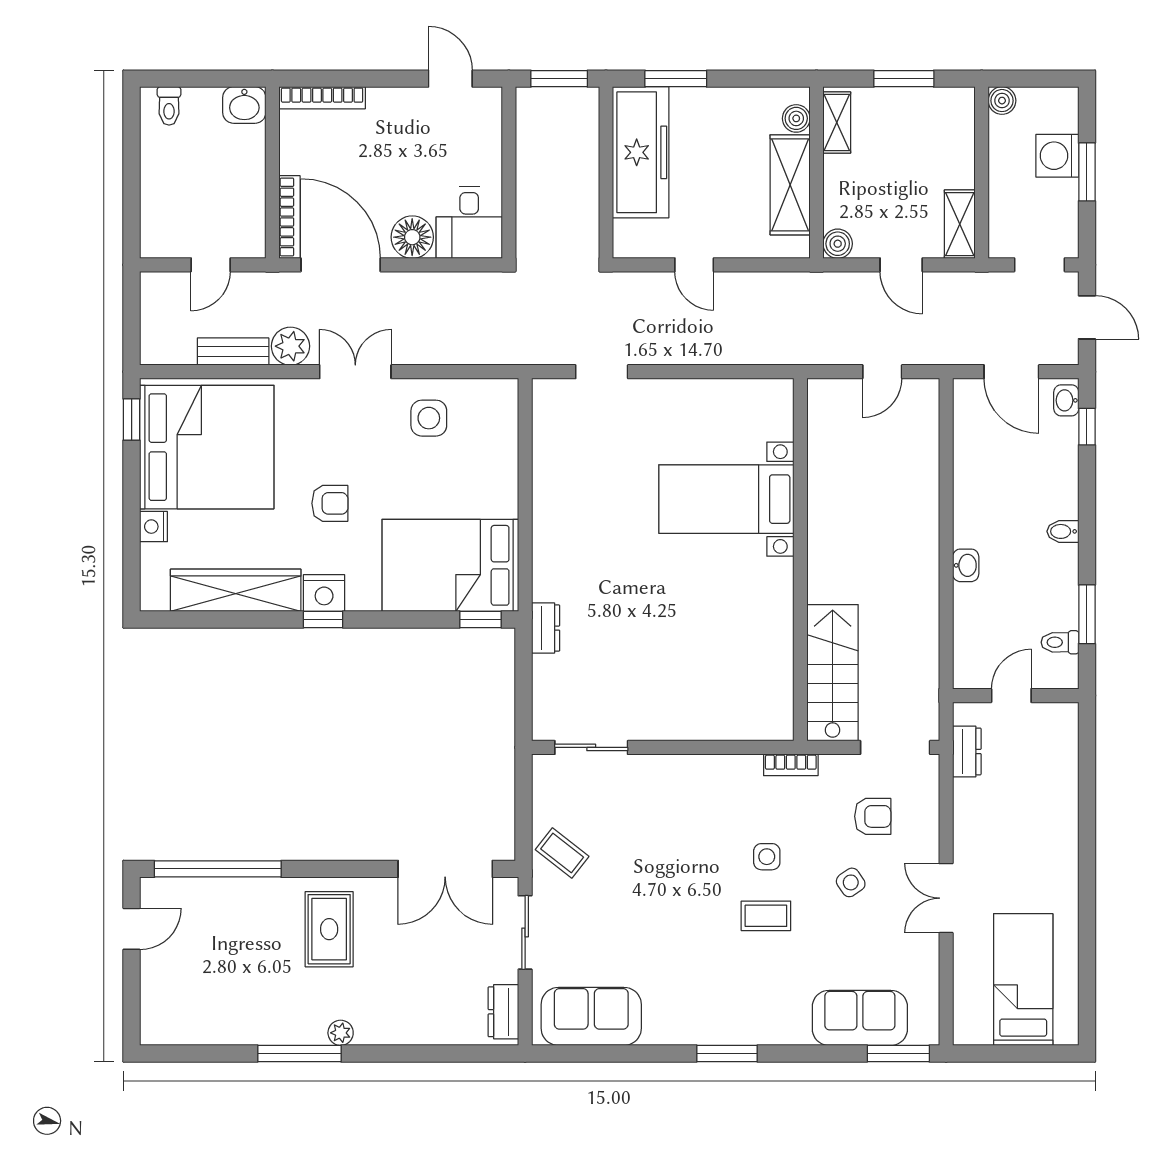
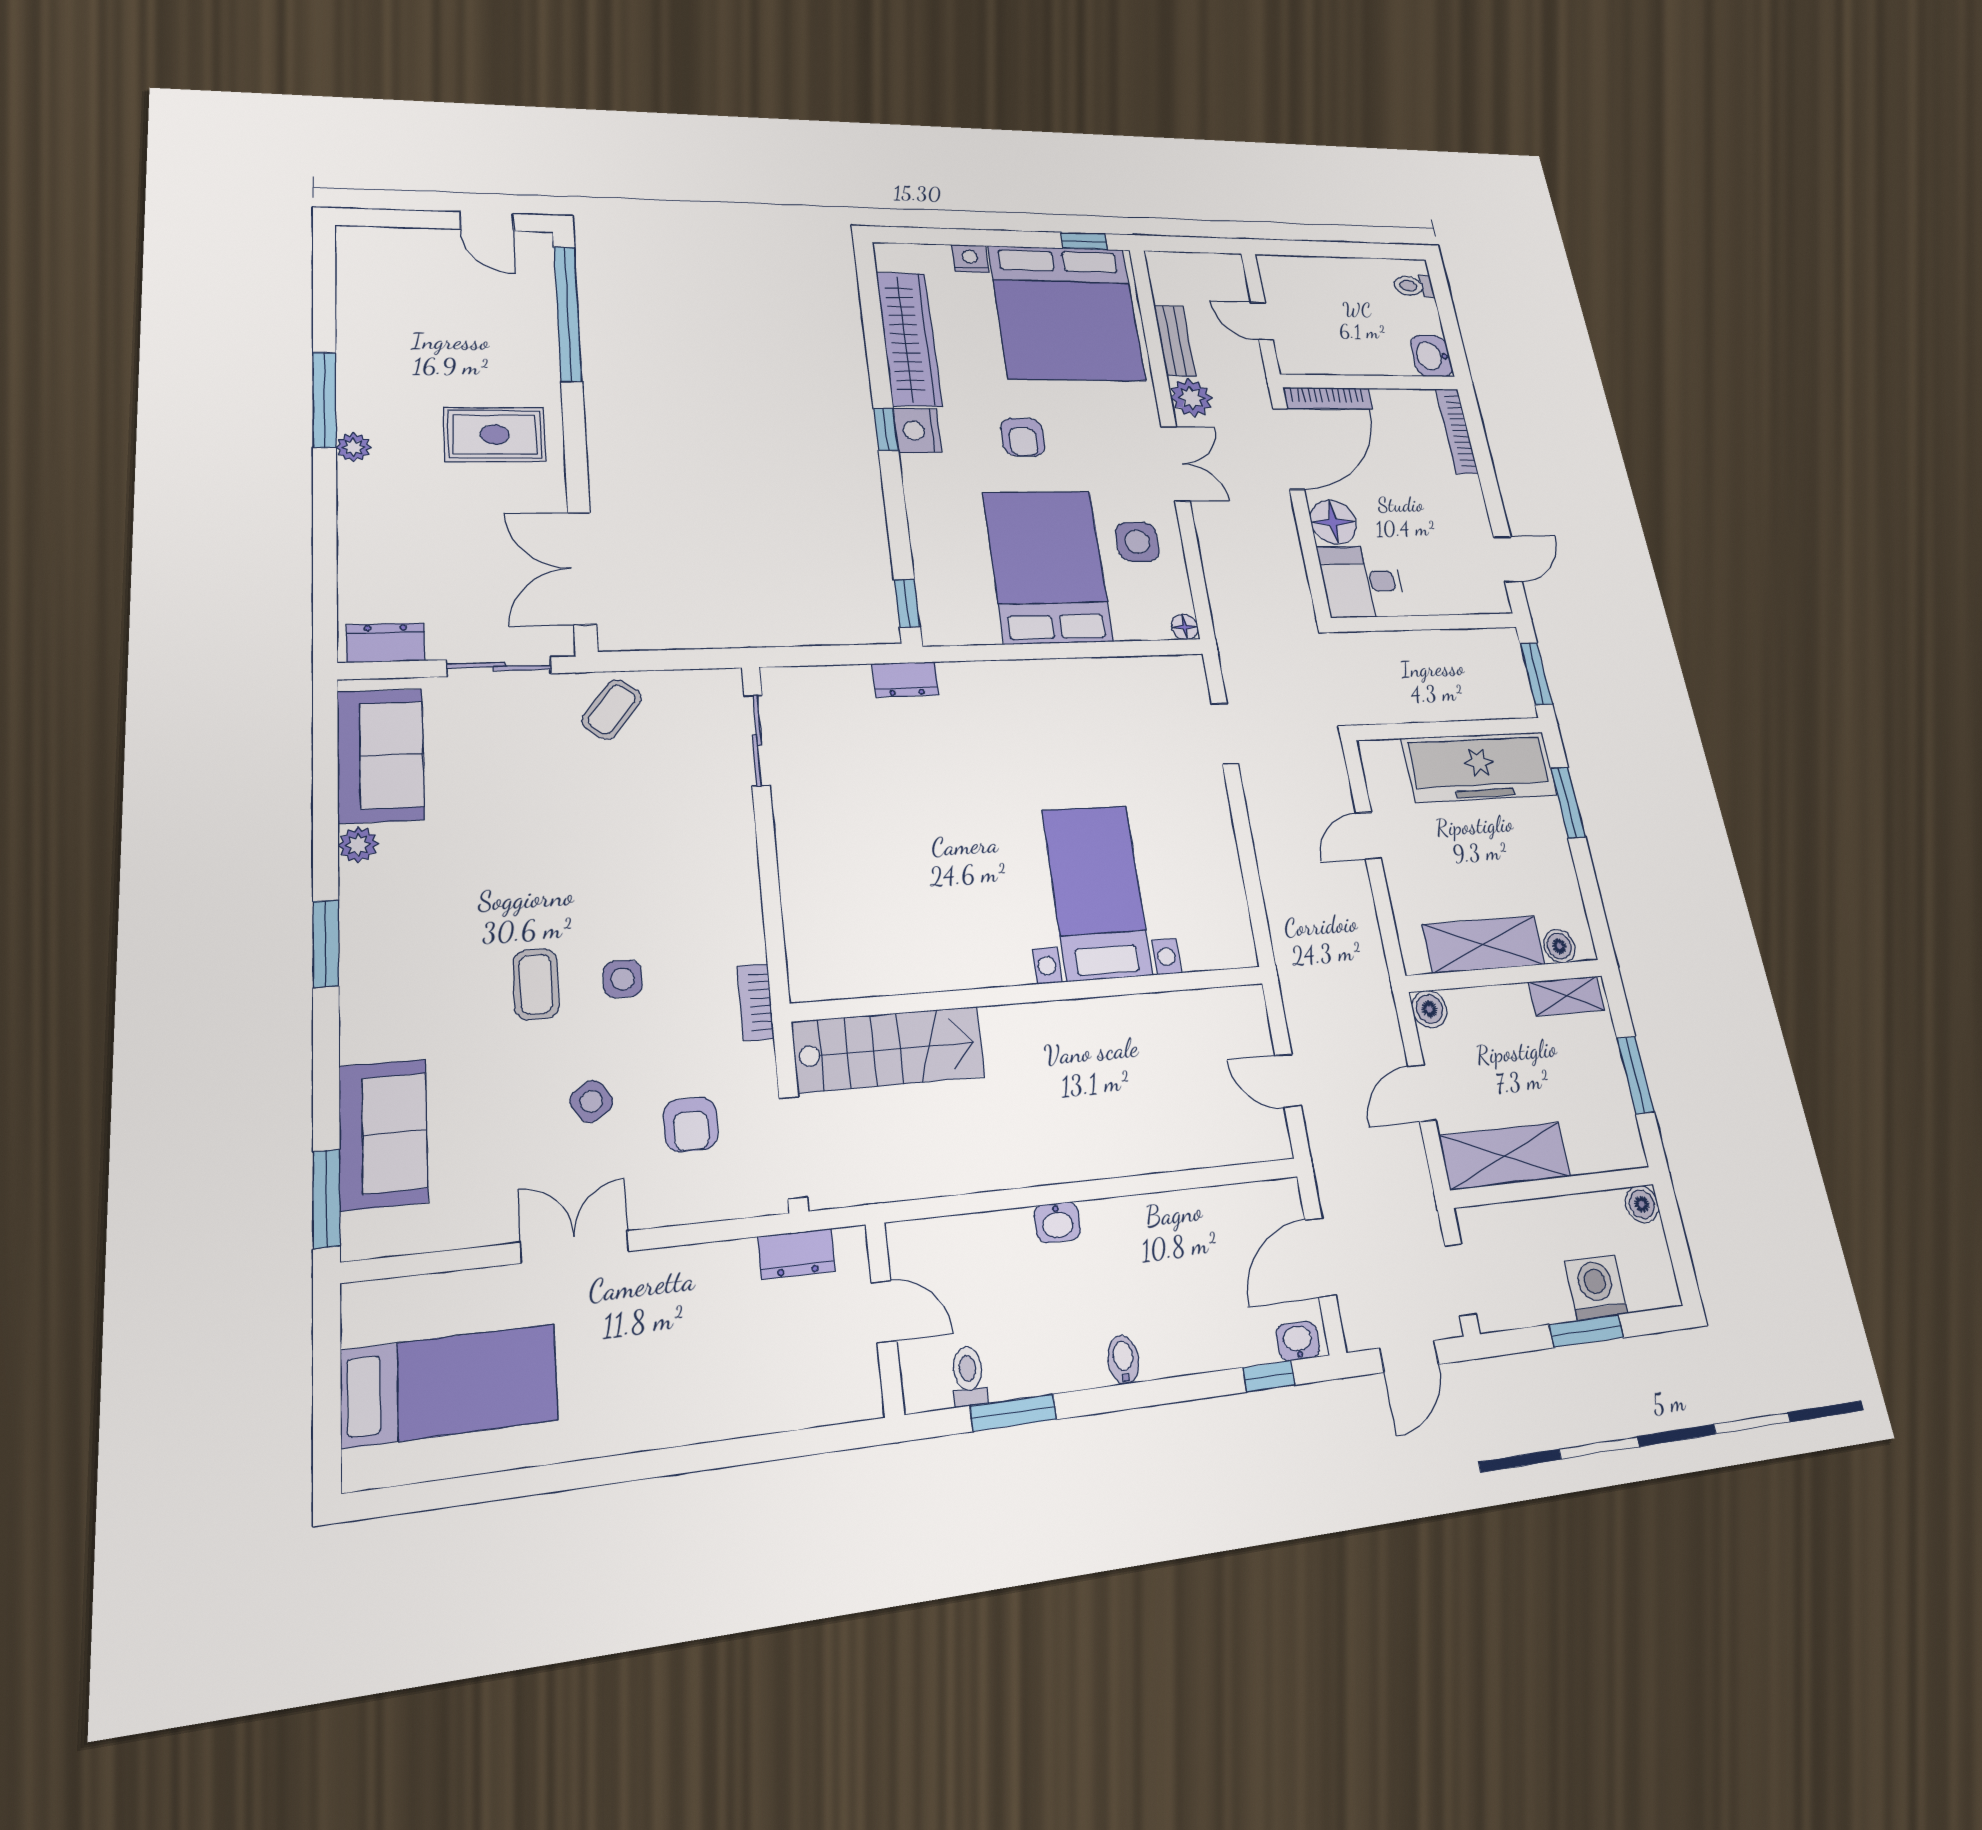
shelving: (960, 224) -> (1505, 1156), width x1.50, depth x1.33
floor lamp: (507, 390) -> (1185, 627), added
bed: (450, 565) -> (1048, 567), moved
plant: (657, 1032) -> (358, 845), added

